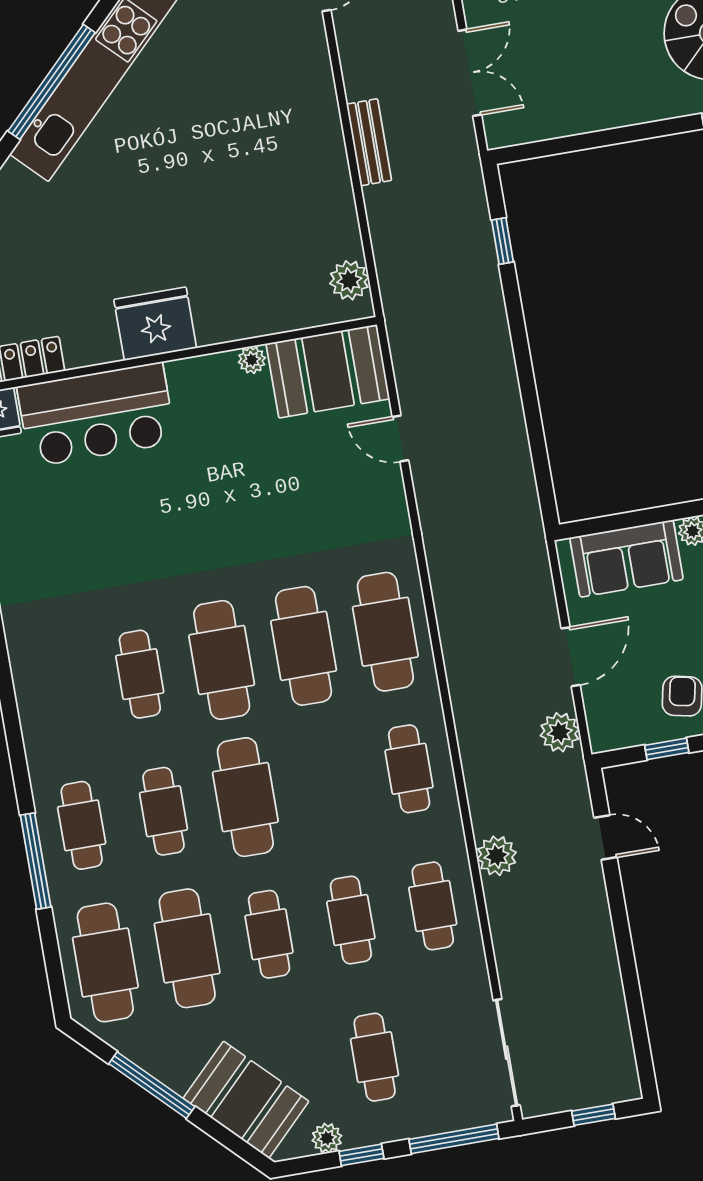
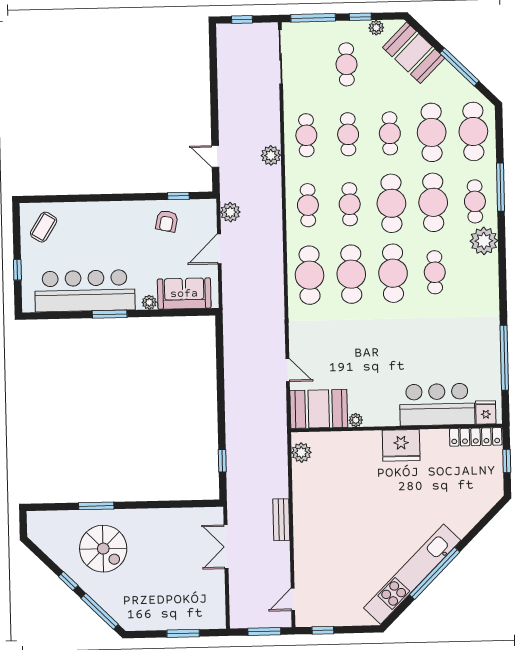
plant: (52, 750) -> (484, 241), added
cafe table: (327, 783) -> (350, 204), added
cafe table: (163, 811) -> (433, 202), width x1.37, depth x1.35

